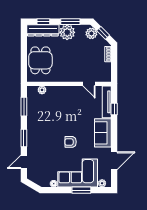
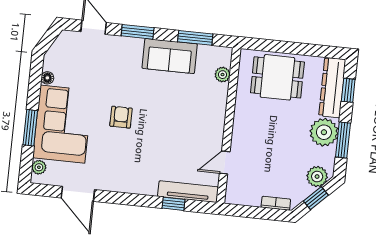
sofa: (103, 133) -> (170, 56), moved, turned 180

